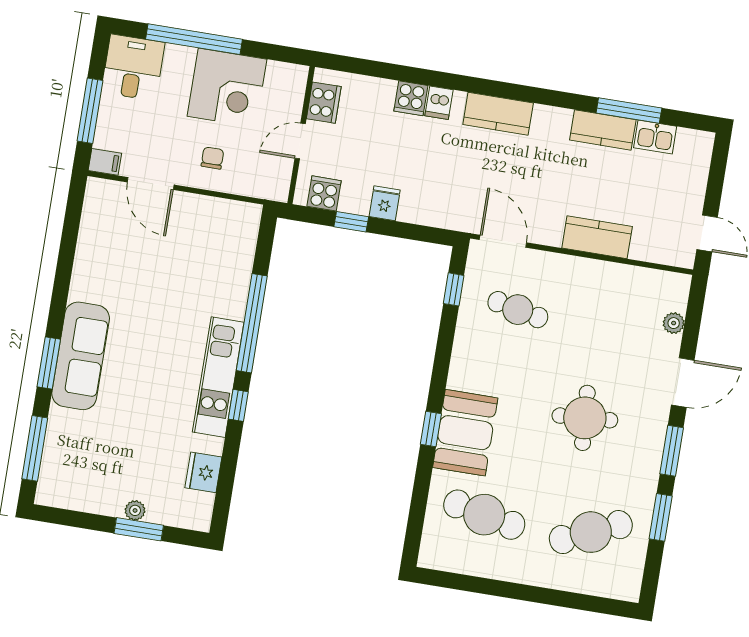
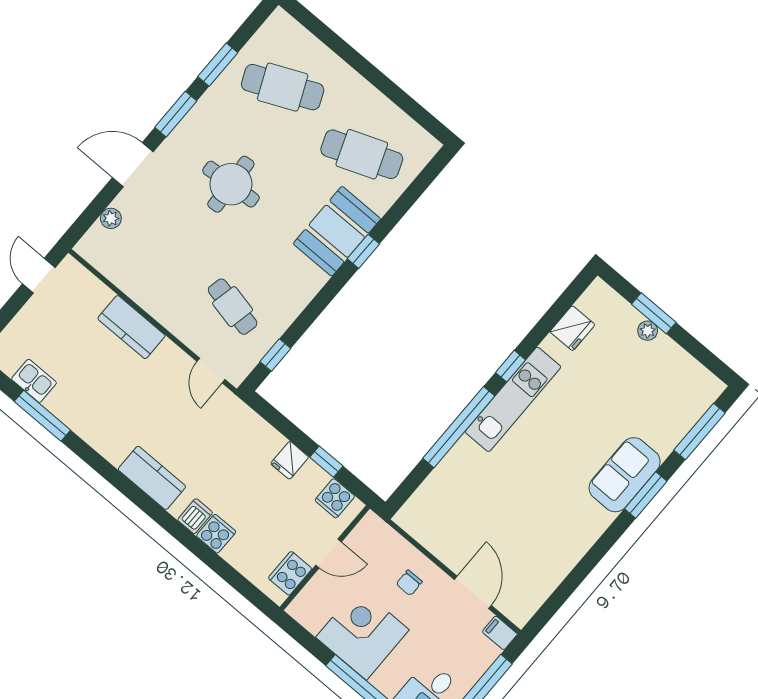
kitchen counter: (603, 130) -> (74, 413), removed
door: (503, 241) -> (211, 370), width x0.73
sofa: (81, 356) -> (625, 475), width x0.73
cafe table: (484, 515) -> (362, 154), turned -33

